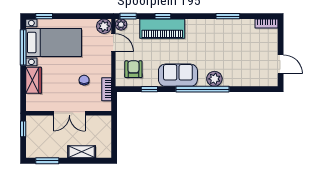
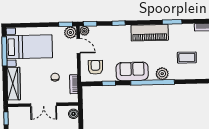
window: (44, 16) -> (66, 24), moved
piano: (162, 29) -> (150, 33), moved
coffee table: (245, 60) -> (187, 58), added
wardrobe: (34, 80) -> (14, 84), width x1.50
boiler: (105, 125) -> (73, 114), added

